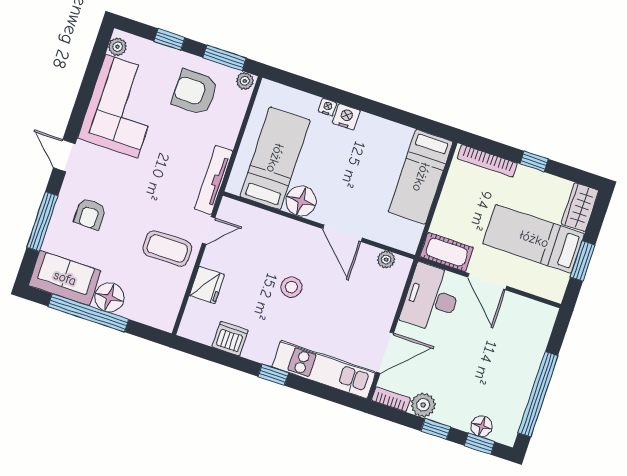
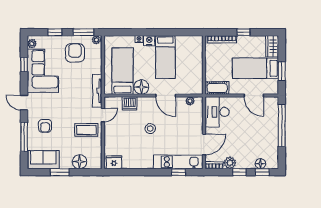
window: (89, 82) -> (24, 65), added
armchair: (195, 92) -> (75, 53), turned 90
bed: (421, 177) -> (165, 57), moved
door: (487, 282) -> (254, 96), moved
fridge: (207, 285) -> (114, 162), moved, turned -90
floor lamp: (109, 297) -> (79, 162), moved
window: (88, 313) -> (60, 172), width x0.47
dishwasher: (230, 339) -> (130, 103), moved, turned 180
window: (273, 375) -> (179, 172), moved
window: (538, 394) -> (282, 126), moved

